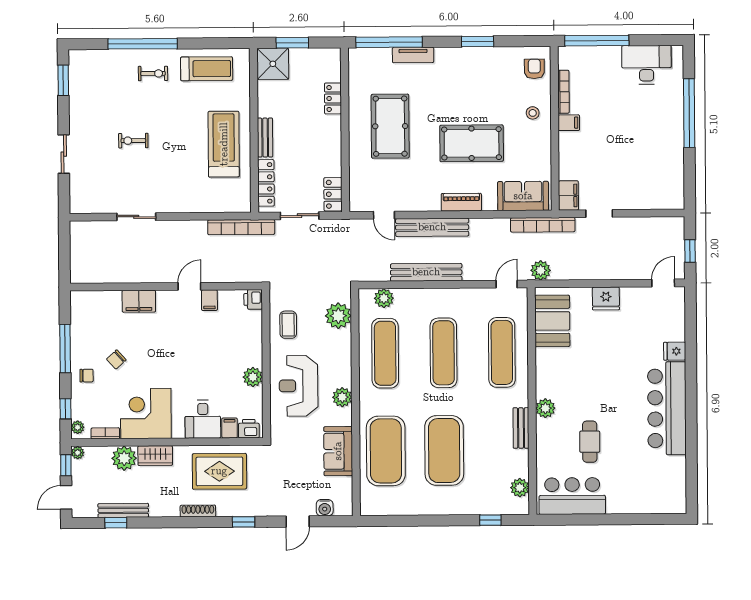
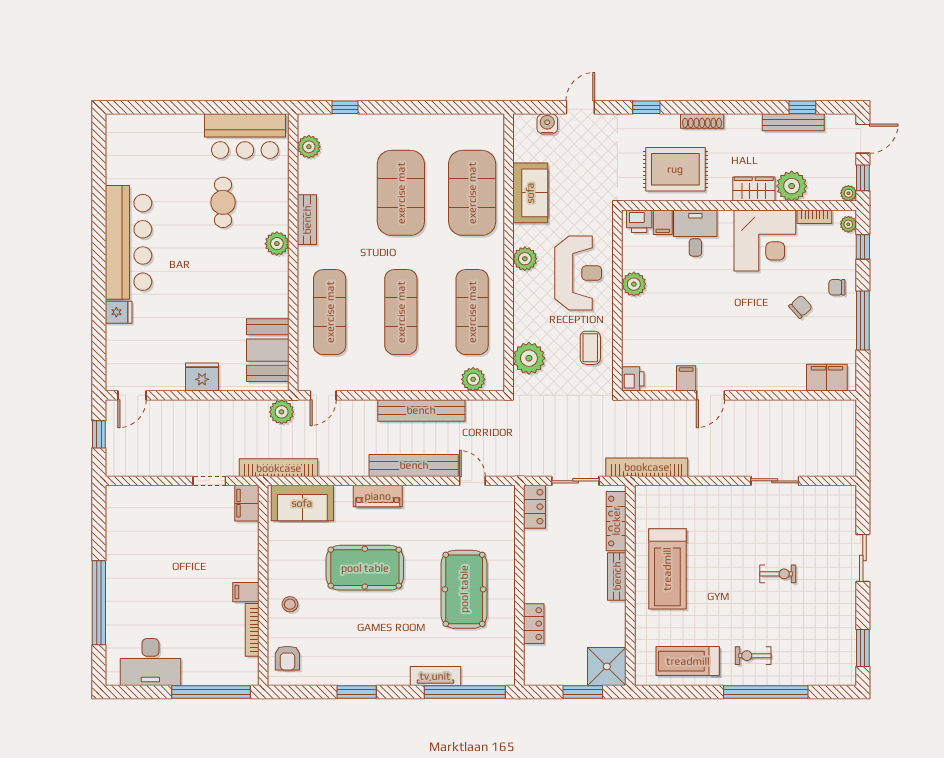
filing cabinet: (139, 301) -> (827, 378), moved

